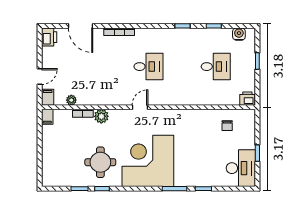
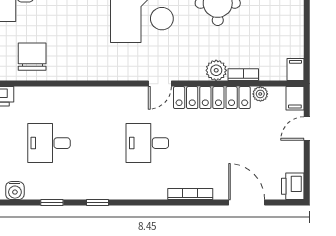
locker: (104, 98) -> (212, 98), added
chair: (227, 126) -> (32, 57), width x1.87, depth x1.87

